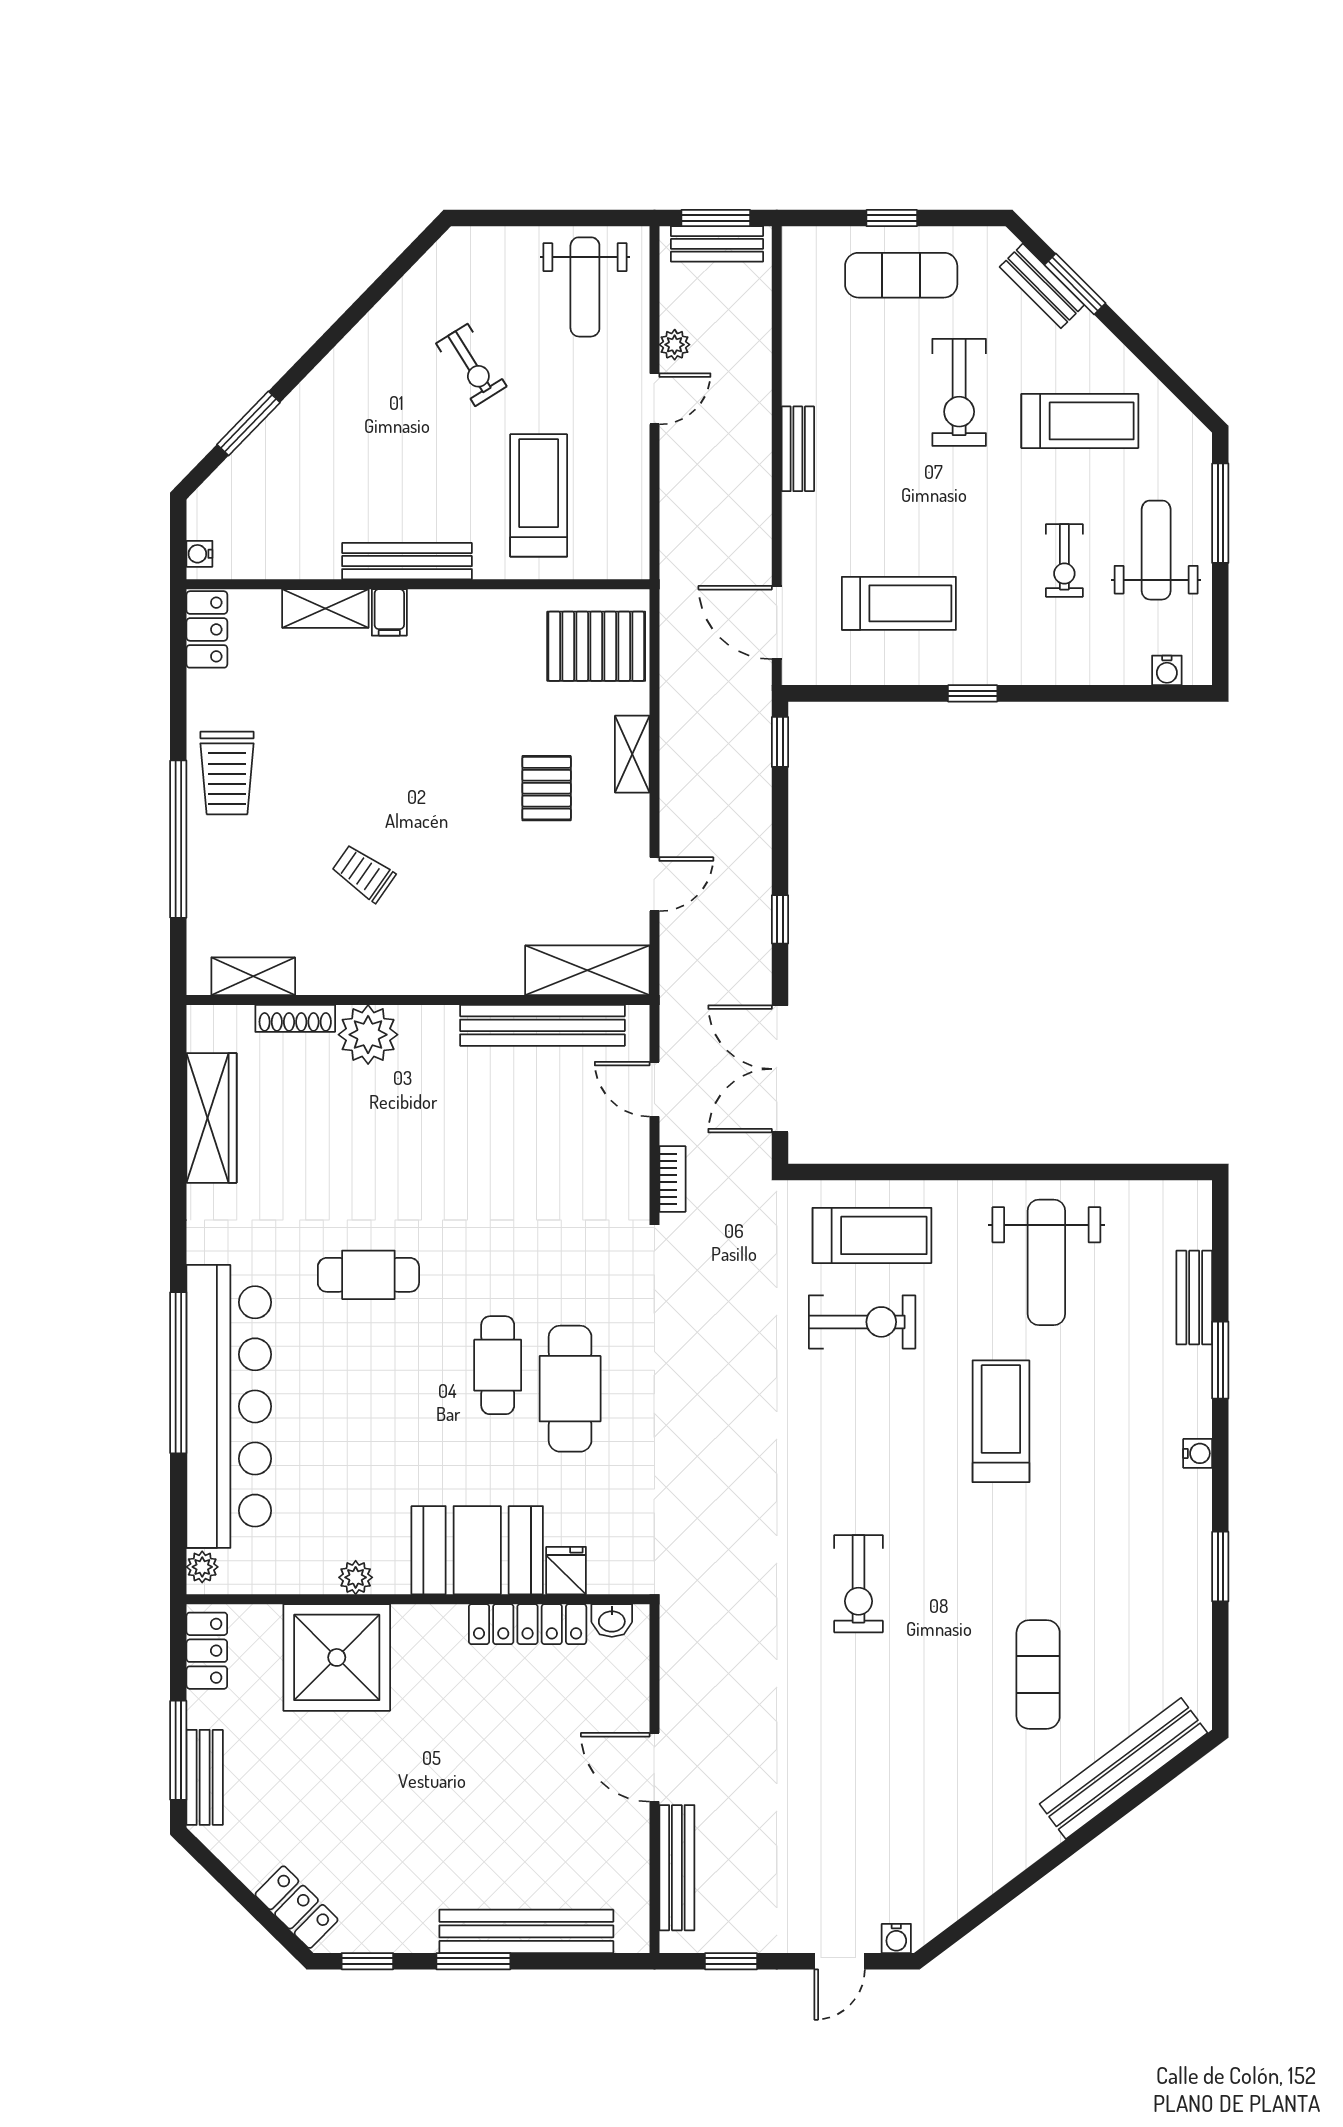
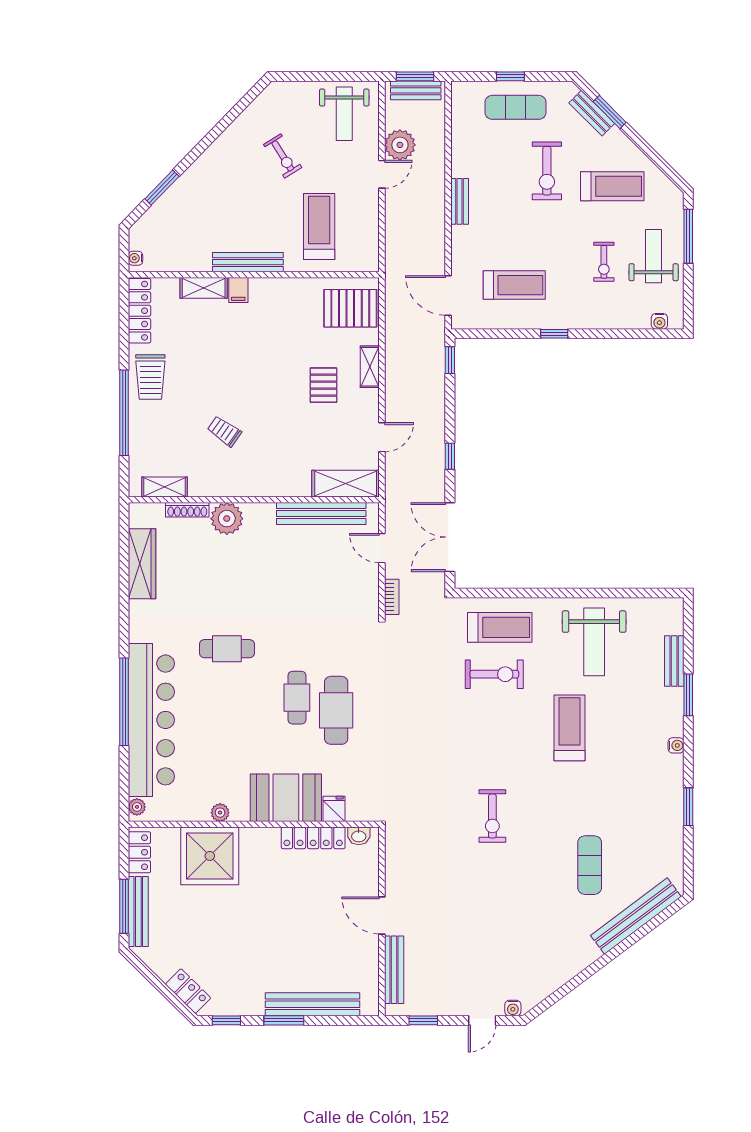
plant: (675, 345) -> (400, 145), width x1.88, depth x1.88
locker: (207, 629) -> (139, 311), width x1.53
bench: (205, 1777) -> (138, 911), width x1.36

